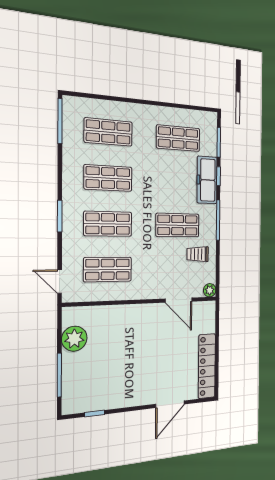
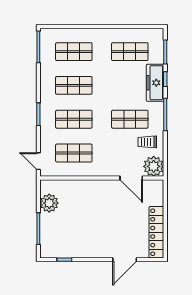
plant: (210, 290) -> (154, 166), width x1.87, depth x1.87

